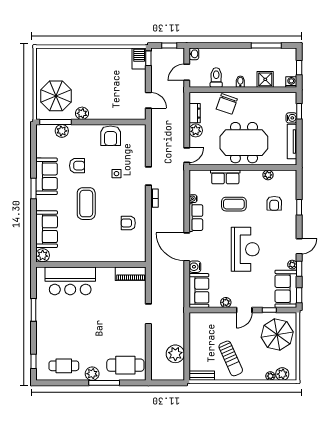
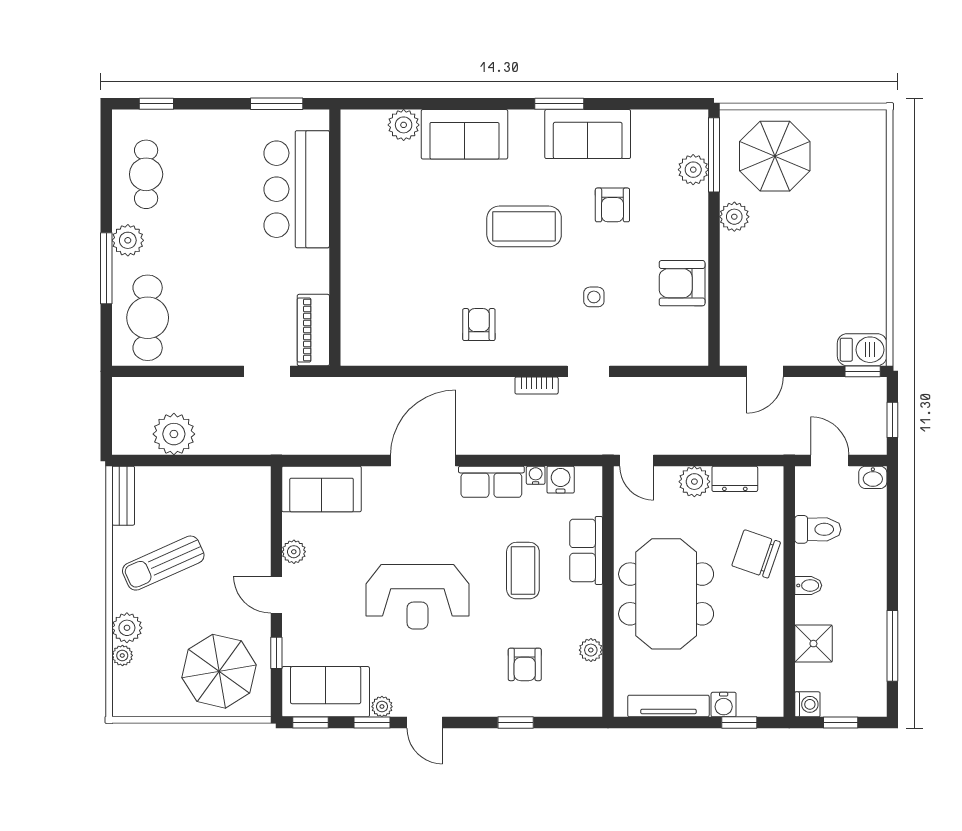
armchair: (274, 203) -> (525, 664), turned -91
wall: (91, 264) -> (335, 238), moved
water cooler: (195, 267) -> (561, 480), moved
piano: (131, 274) -> (313, 330), moved
bar counter: (70, 281) -> (297, 189), moved
plant: (282, 374) -> (127, 628), moved

